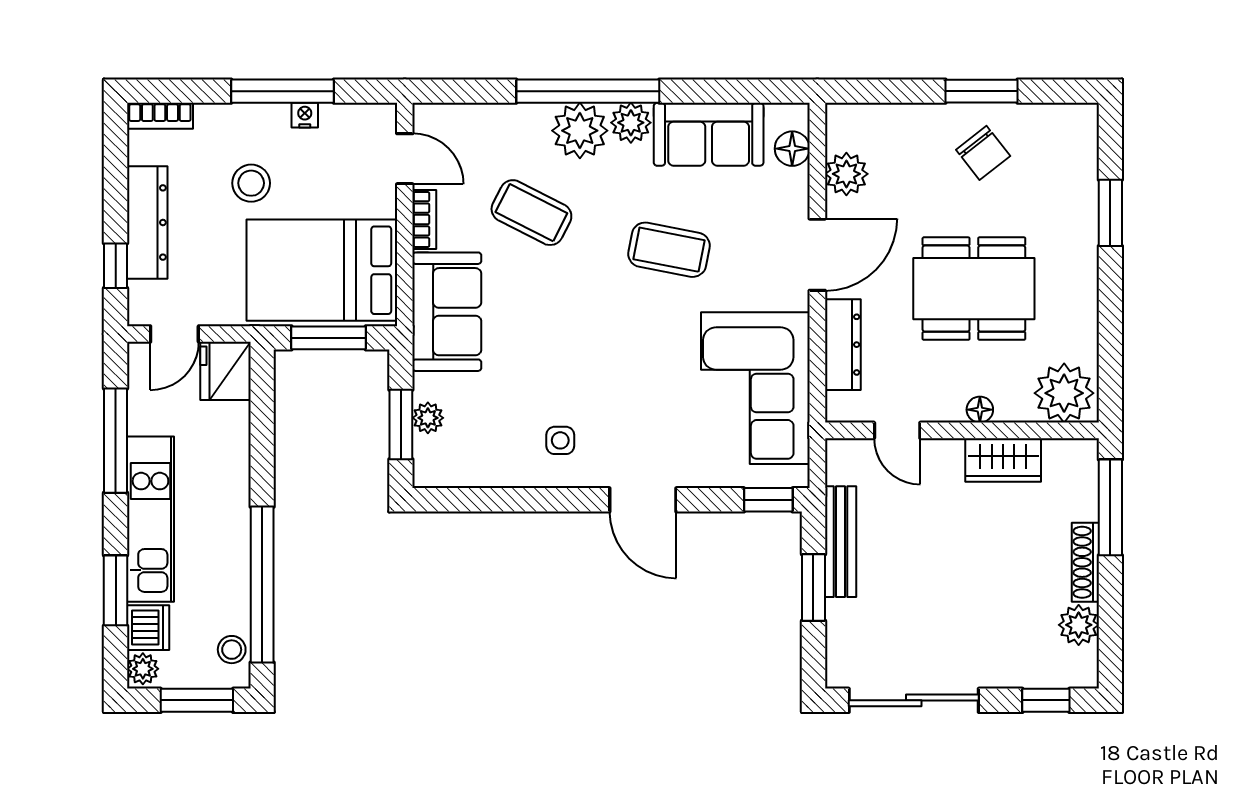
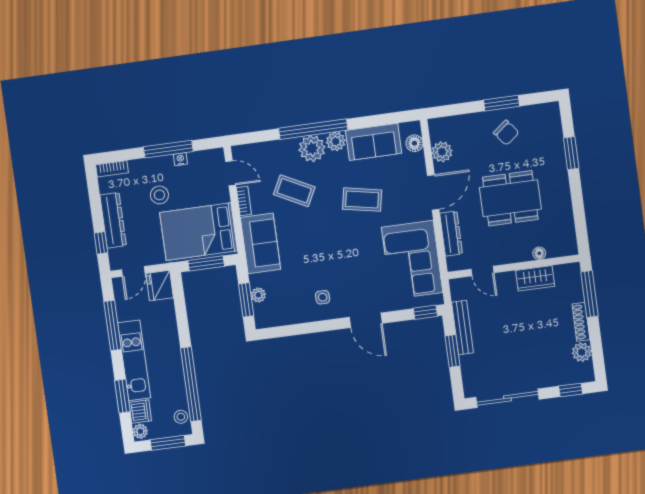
plant: (1064, 393) -> (560, 242), removed
floor lamp: (980, 410) -> (539, 253), moved

